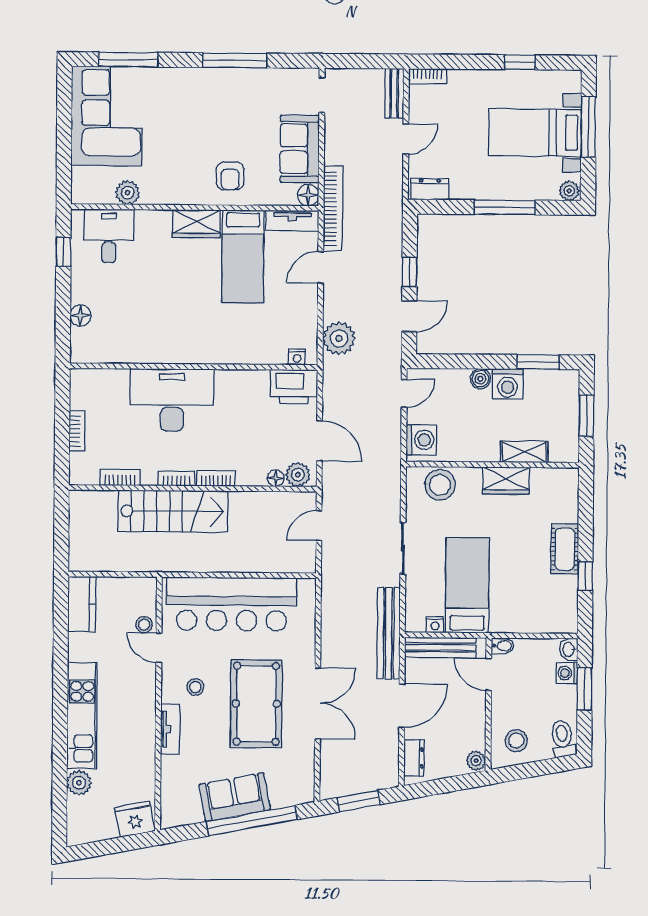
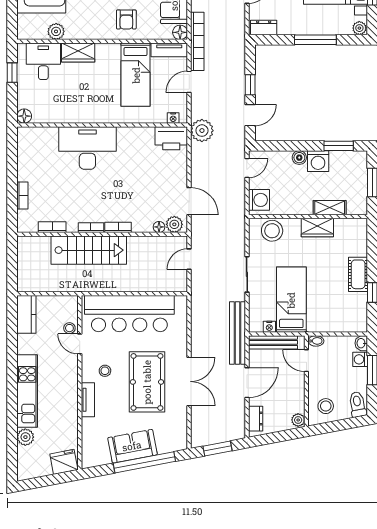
wardrobe: (196, 224) -> (78, 52), moved
nightstand: (297, 357) -> (173, 118), moved
wall: (194, 367) -> (102, 125), moved
printer: (294, 387) -> (171, 138), moved
desk: (172, 400) -> (87, 148), moved

